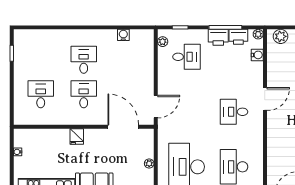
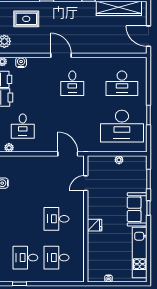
desk: (187, 57) -> (23, 126), turned 180
desk: (84, 60) -> (25, 258), moved
door: (123, 127) -> (86, 183), width x0.53

